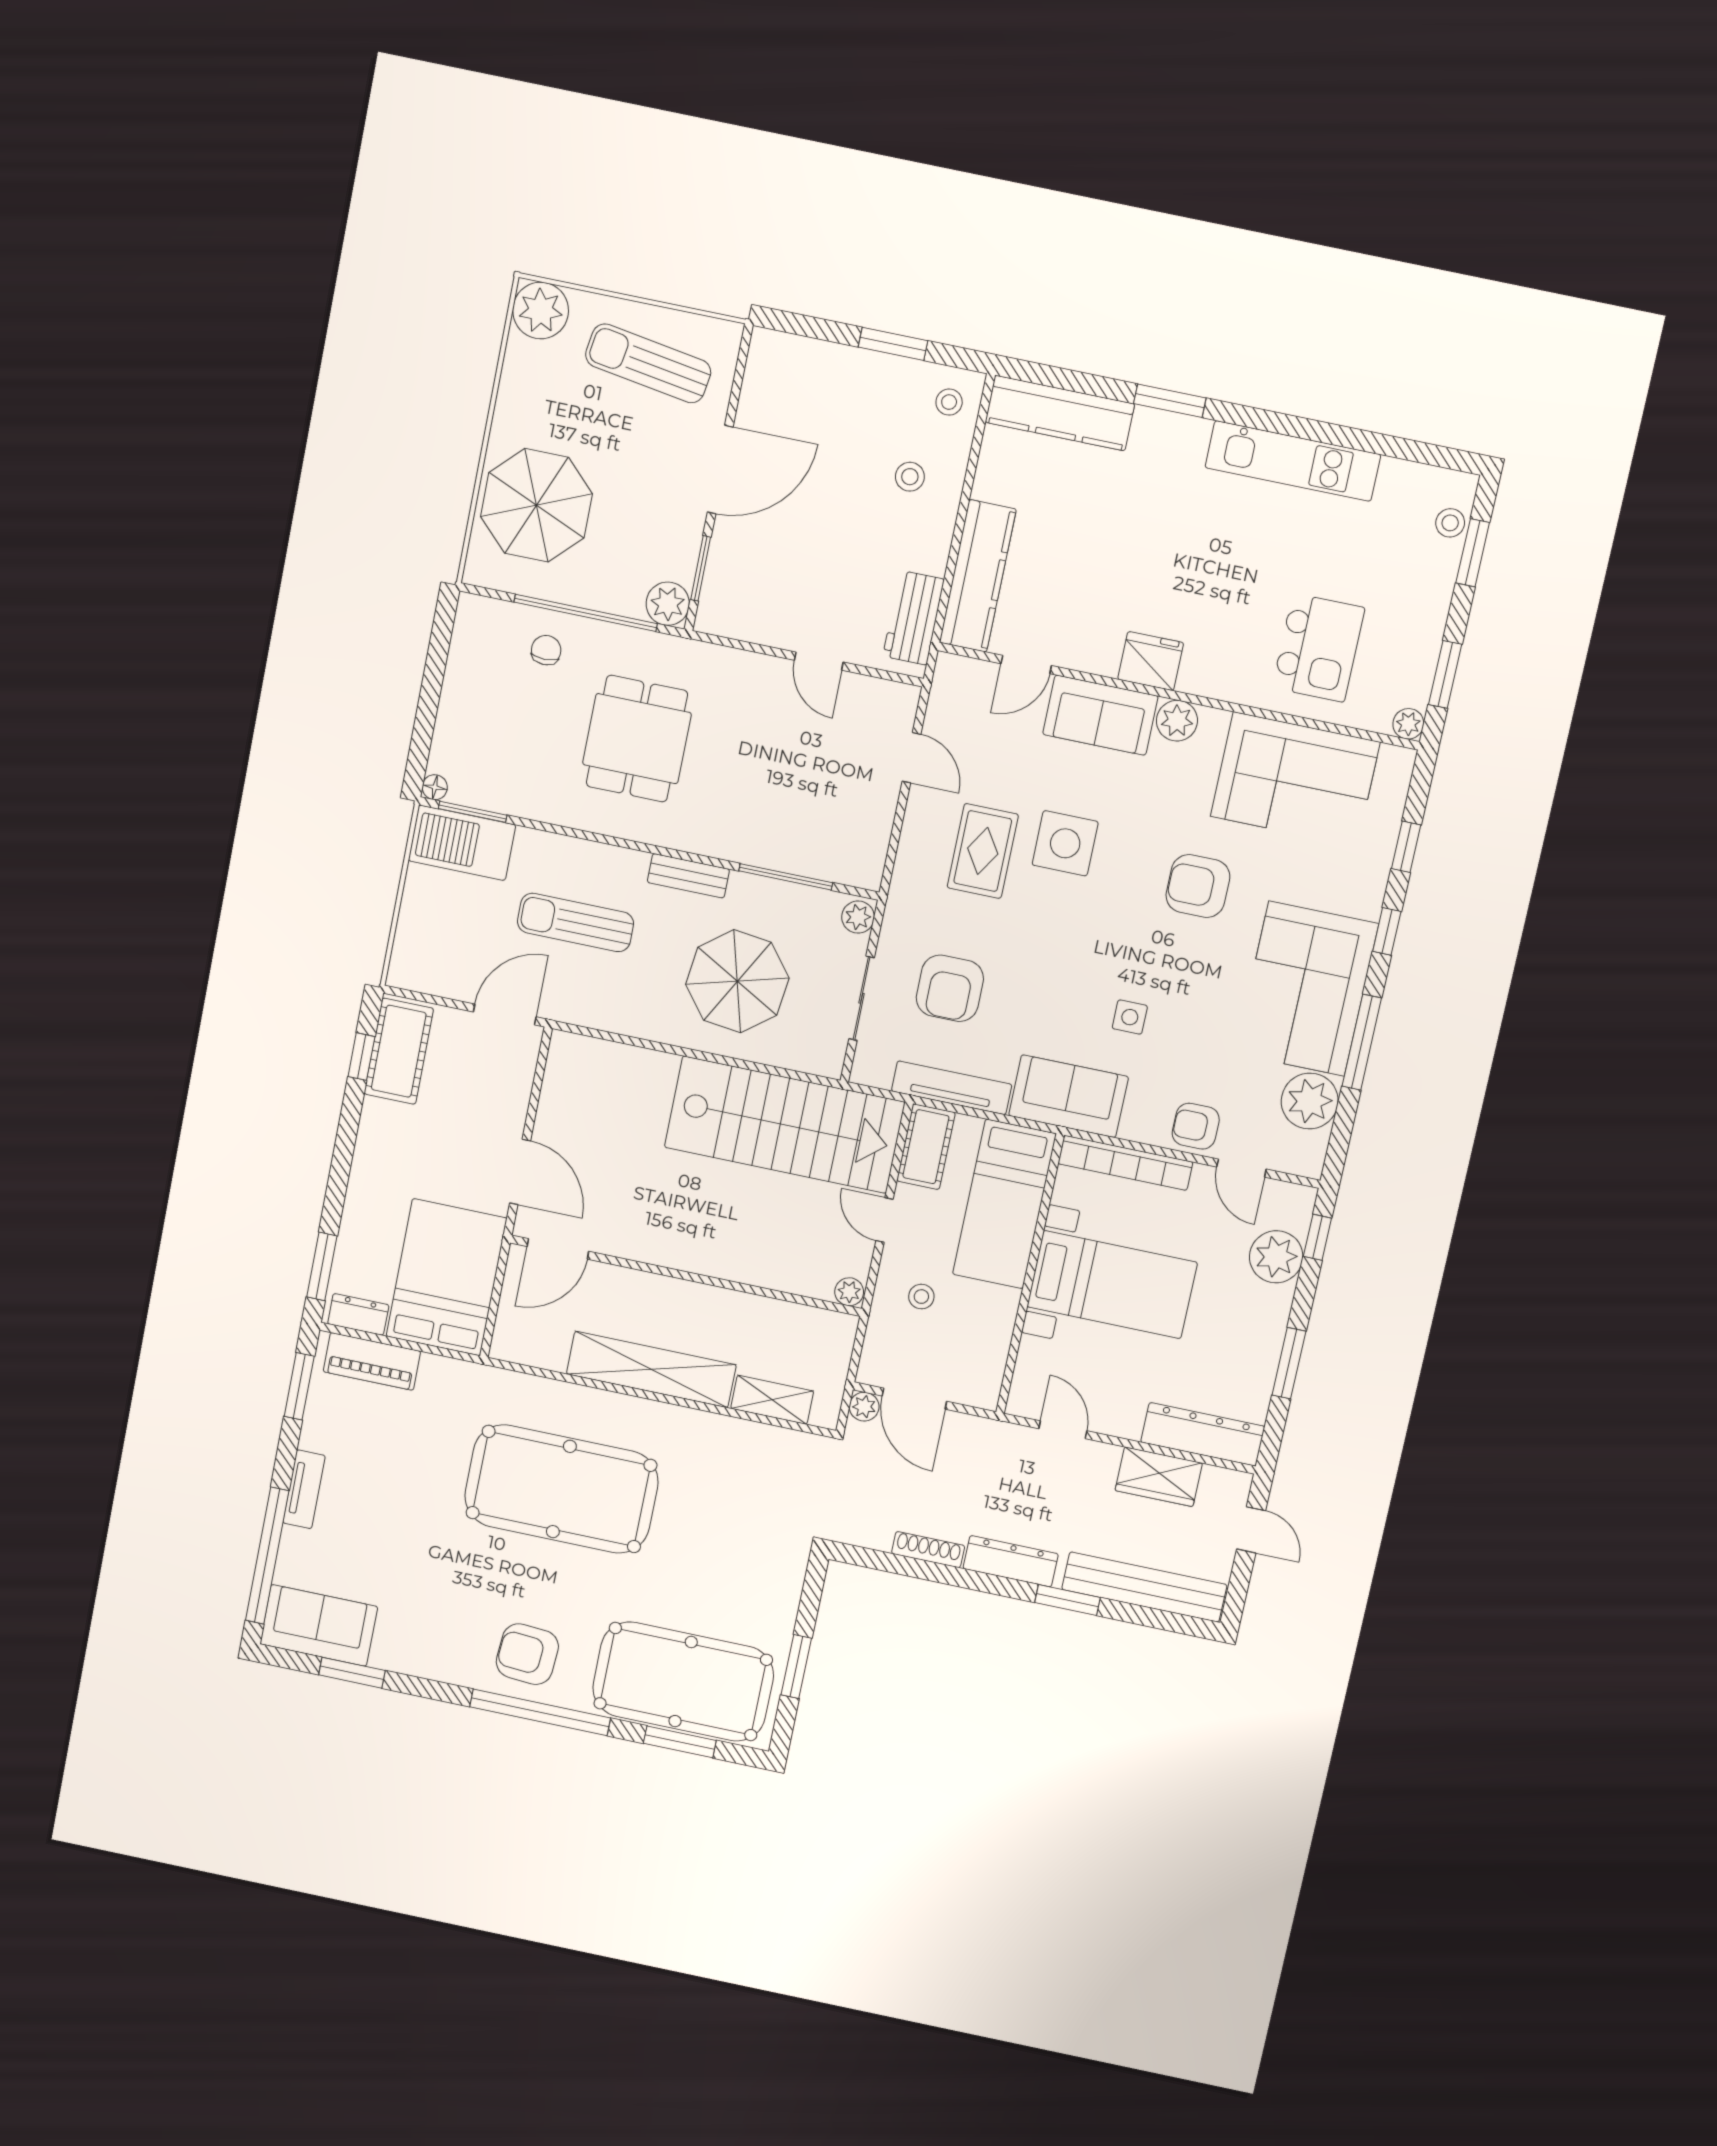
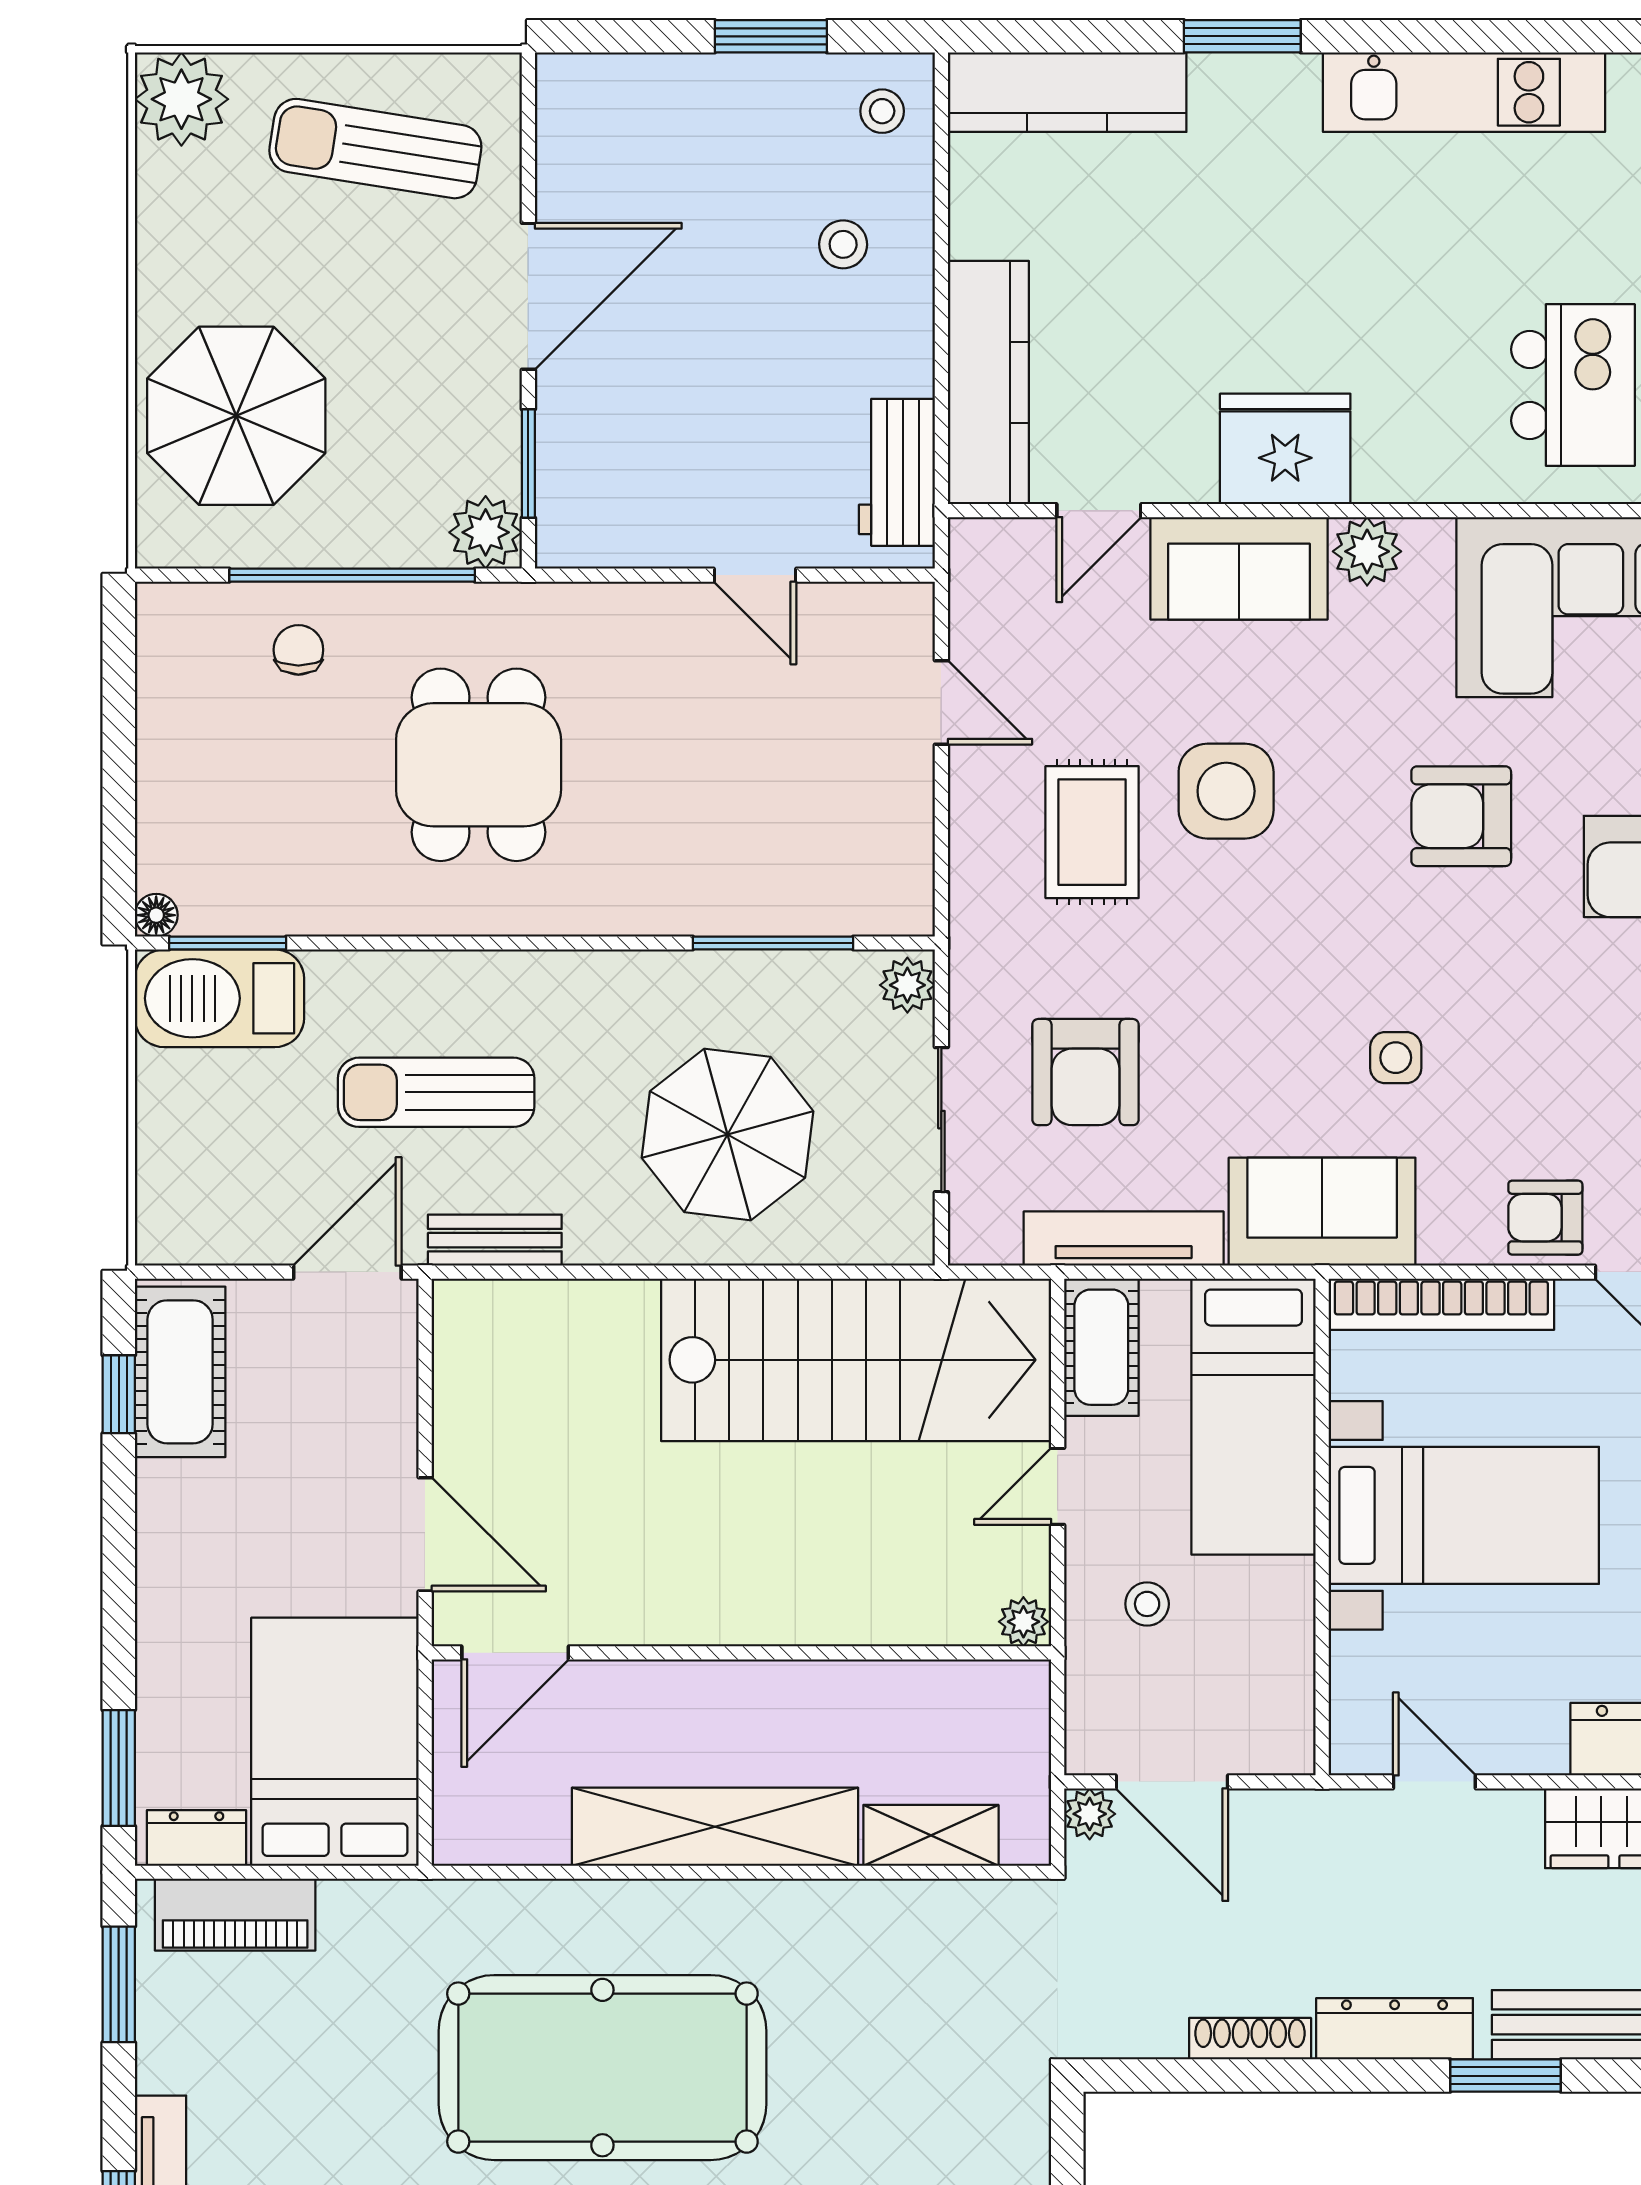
fridge: (1151, 661) -> (1285, 449), width x1.36, depth x1.34
bench: (688, 876) -> (495, 1240), moved
door: (884, 1220) -> (1058, 1486), hinge flipped

